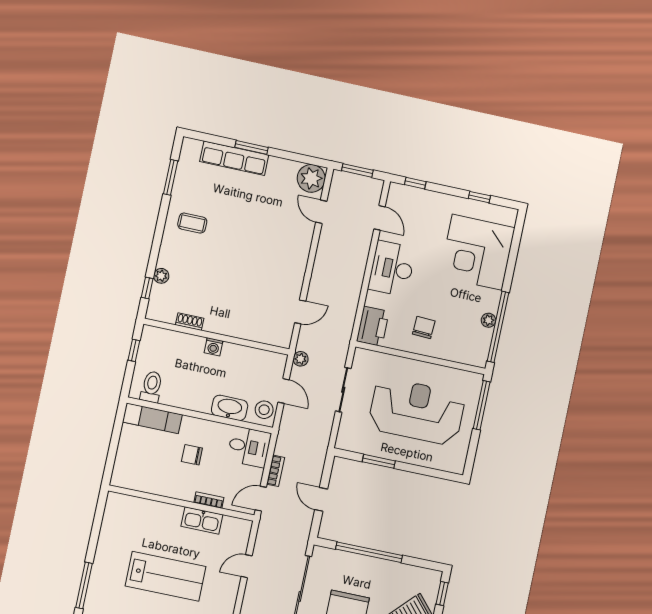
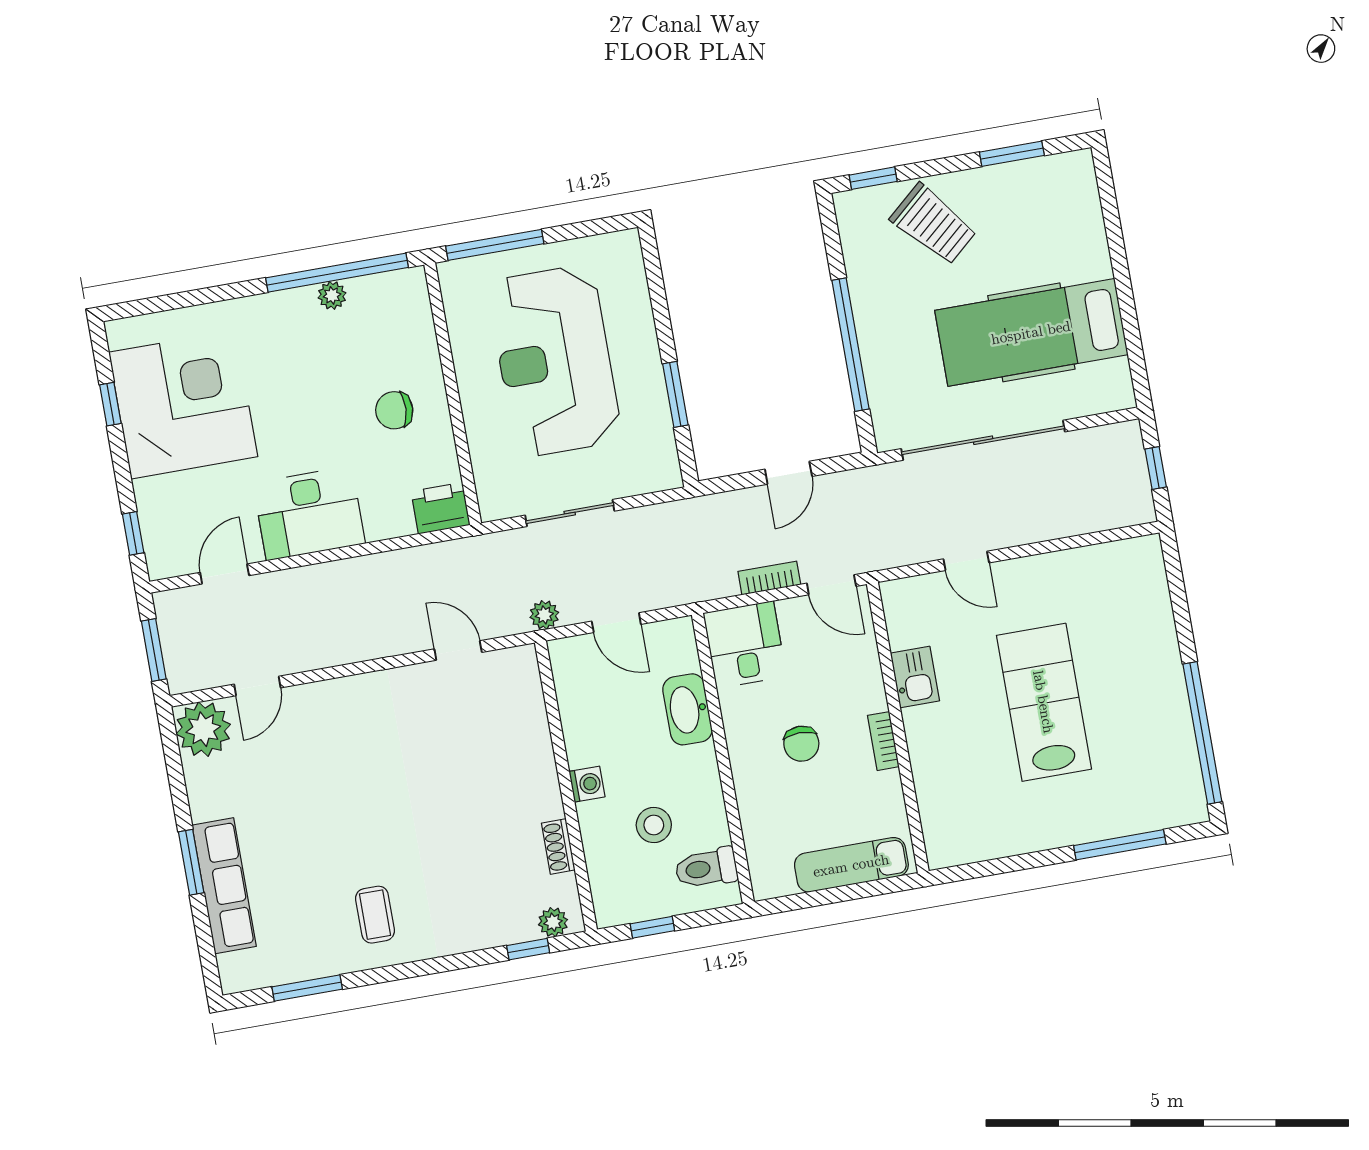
corner desk: (477, 252) -> (183, 404), moved, turned -90
plant: (161, 276) -> (553, 922), moved
printer: (373, 326) -> (441, 508), width x0.73, depth x0.84
door: (283, 391) -> (616, 623), swing flipped
stool: (264, 410) -> (654, 825), moved
exam couch: (152, 418) -> (851, 865), moved, turned -90
bookcase: (209, 500) -> (883, 741), moved
kitchen sink: (202, 520) -> (915, 677), width x0.73

